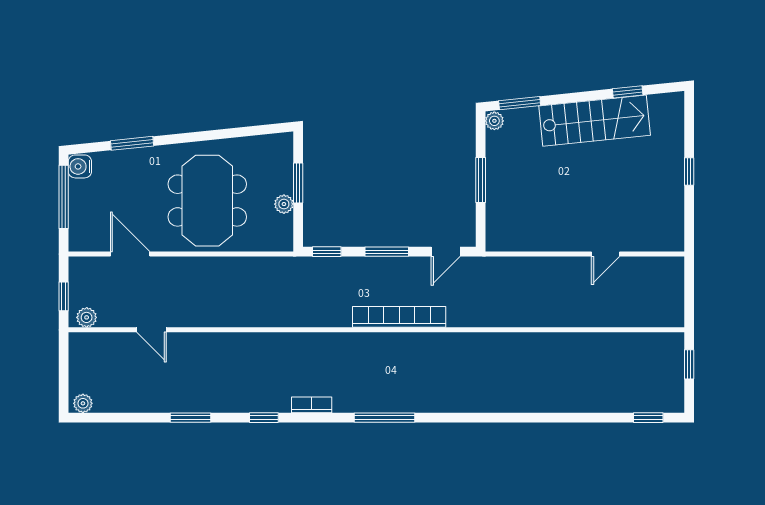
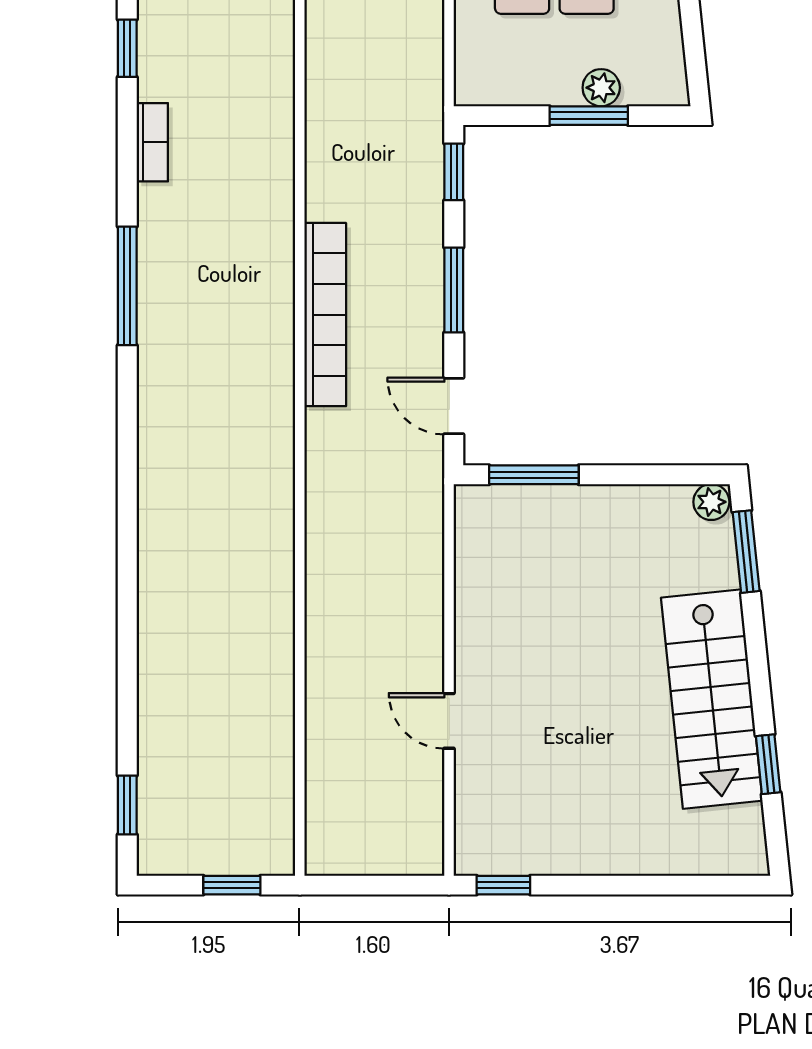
window: (689, 172) -> (503, 885), moved
window: (481, 180) -> (534, 475), moved
plant: (284, 204) -> (601, 88), moved

